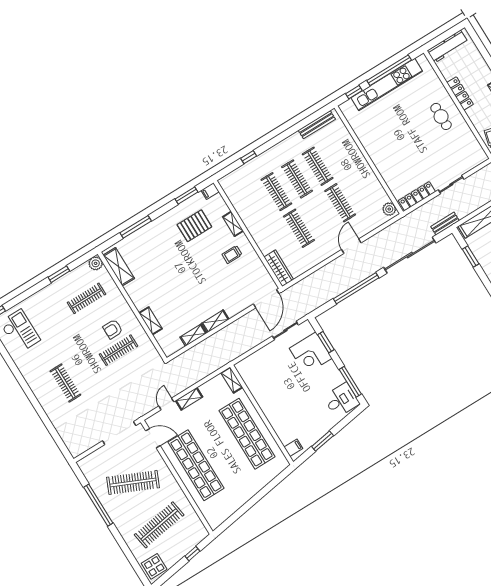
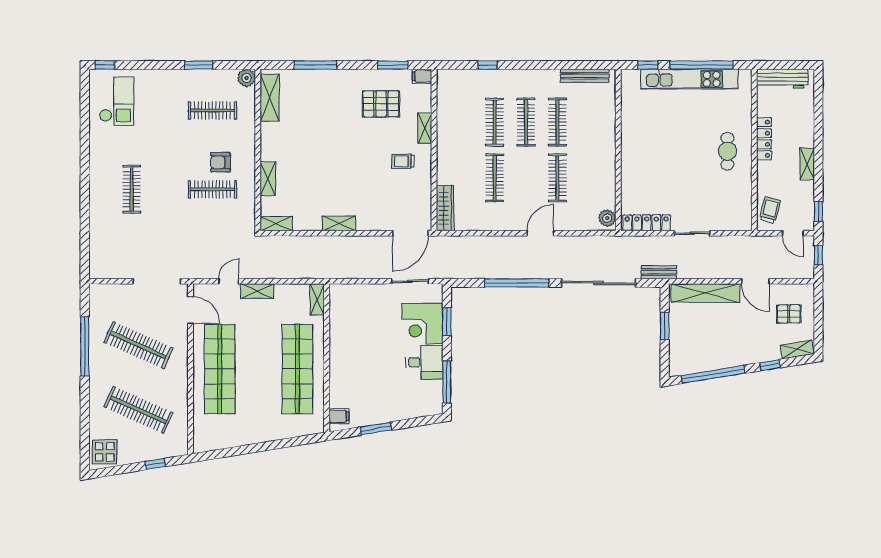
shelving: (193, 335) -> (276, 224), moved
desk: (341, 400) -> (424, 362), moved
clothes rail: (159, 525) -> (138, 410), turned 33

